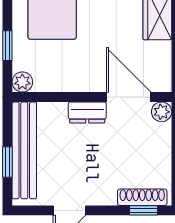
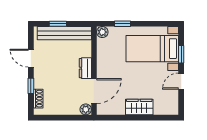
shoe rack: (142, 197) -> (38, 99), width x0.70
window: (143, 210) -> (31, 86), moved

